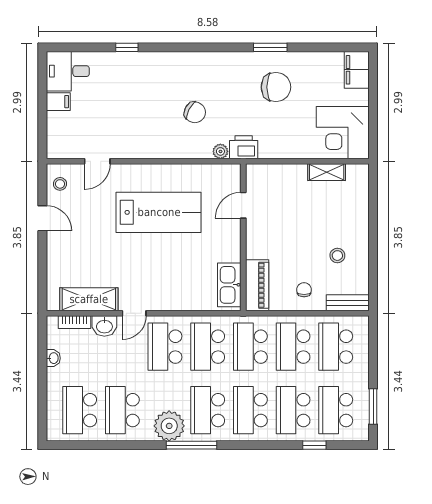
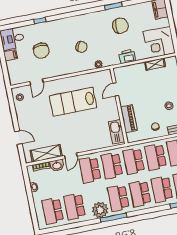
chair: (118, 104) -> (41, 51), added
printer: (244, 147) -> (127, 56), moved
lab bench: (159, 212) -> (73, 102), turned 180
door: (42, 218) -> (18, 138), moved
piano: (257, 285) -> (129, 119), moved

